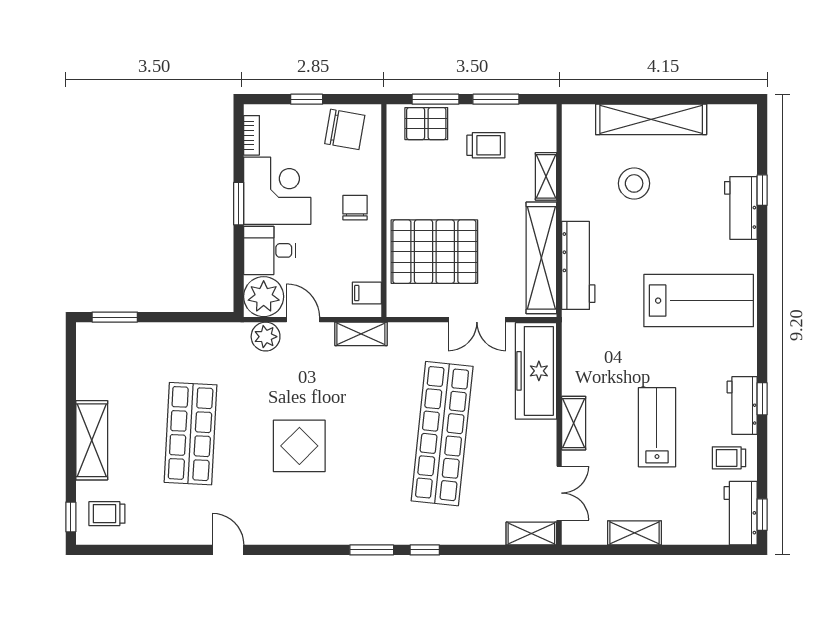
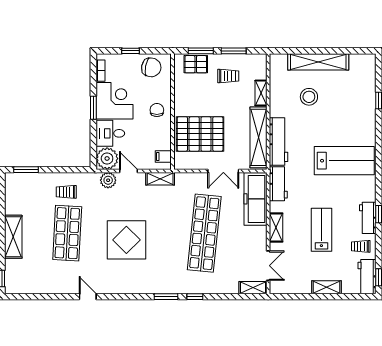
workbench: (741, 208) -> (278, 184), moved, turned 180
display table: (299, 446) -> (126, 240), width x1.36, depth x1.36
trolley: (107, 514) -> (66, 192), moved
shelving: (635, 533) -> (327, 287), moved

